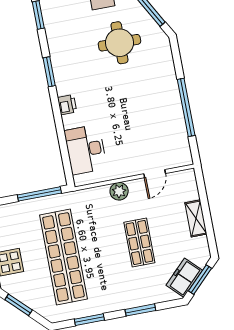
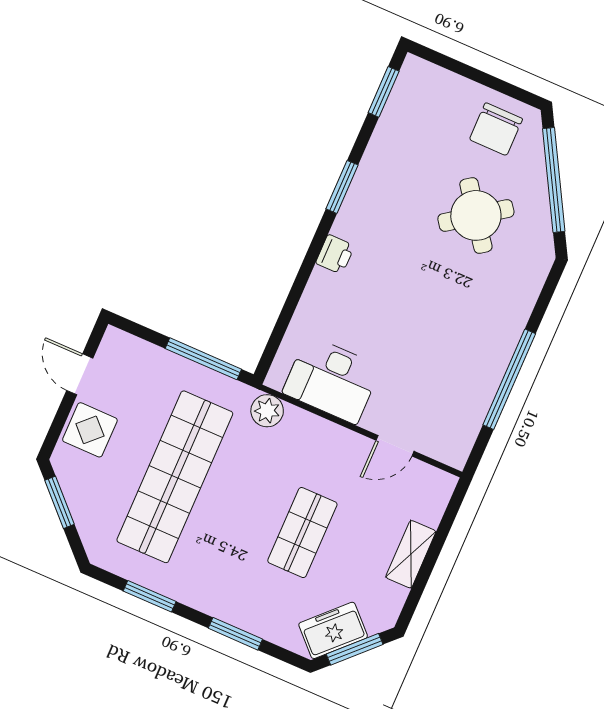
round table: (119, 43) -> (476, 215), turned -36
desk: (86, 150) -> (332, 380), moved, turned -90
plant: (119, 191) -> (267, 411), moved

